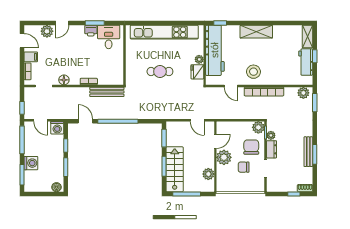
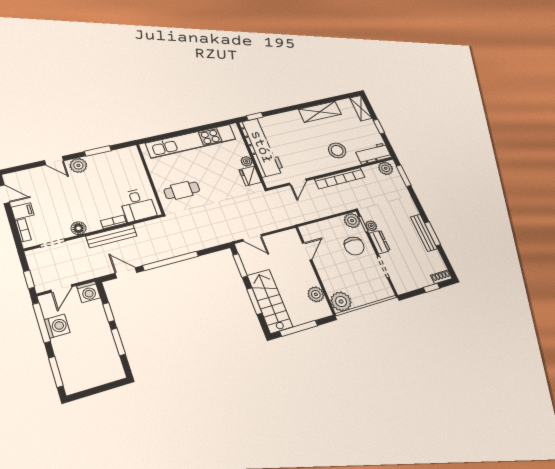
door: (62, 23) -> (54, 161), hinge flipped
plant: (47, 31) -> (78, 165), moved
printer: (91, 31) -> (96, 161), removed
shelving: (256, 32) -> (320, 112), moved
desk: (109, 37) -> (138, 205), moved, turned 180
workbench: (306, 62) -> (373, 154), moved, turned 90
cafe table: (160, 72) -> (182, 190), moved
stool: (253, 72) -> (337, 150), moved
door: (231, 86) -> (298, 182), hinge flipped
bench: (107, 92) -> (111, 236), moved
door: (41, 120) -> (61, 288), hinge flipped
door: (197, 120) -> (252, 238), moved
chair: (251, 147) -> (354, 246), turned 180
plant: (224, 157) -> (341, 301), moved
washing machine: (31, 163) -> (57, 326), moved
chair: (244, 167) -> (356, 273), removed
boiler: (56, 187) -> (114, 374), removed

